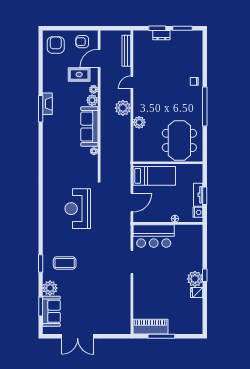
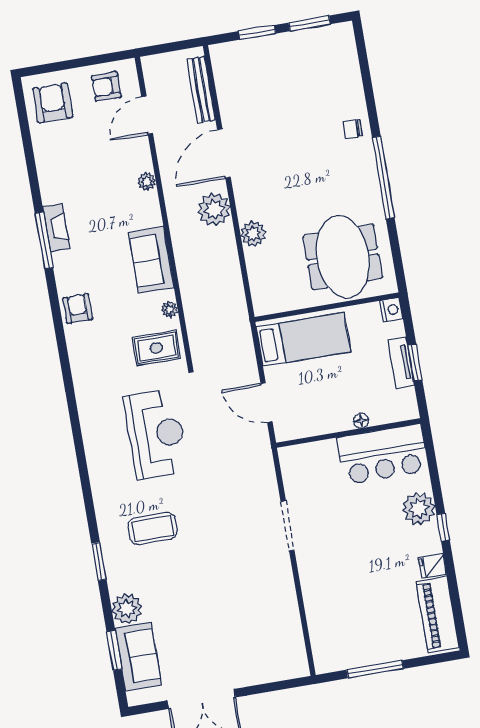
dresser: (161, 35) -> (268, 45), removed
rug: (79, 75) -> (156, 348), moved
door: (132, 82) -> (224, 153), width x1.88
plant: (92, 100) -> (148, 204), removed
sofa: (89, 127) -> (151, 260), width x0.73
armchair: (51, 143) -> (78, 309), added
door: (132, 203) -> (266, 402), swing flipped
reception desk: (78, 209) -> (156, 434), turned 180
nightstand: (198, 212) -> (391, 310), moved
bar counter: (154, 236) -> (382, 454), moved
coffee table: (65, 263) -> (153, 528), moved
plant: (195, 279) -> (419, 509), moved
piano: (150, 327) -> (438, 615), moved, turned -90

